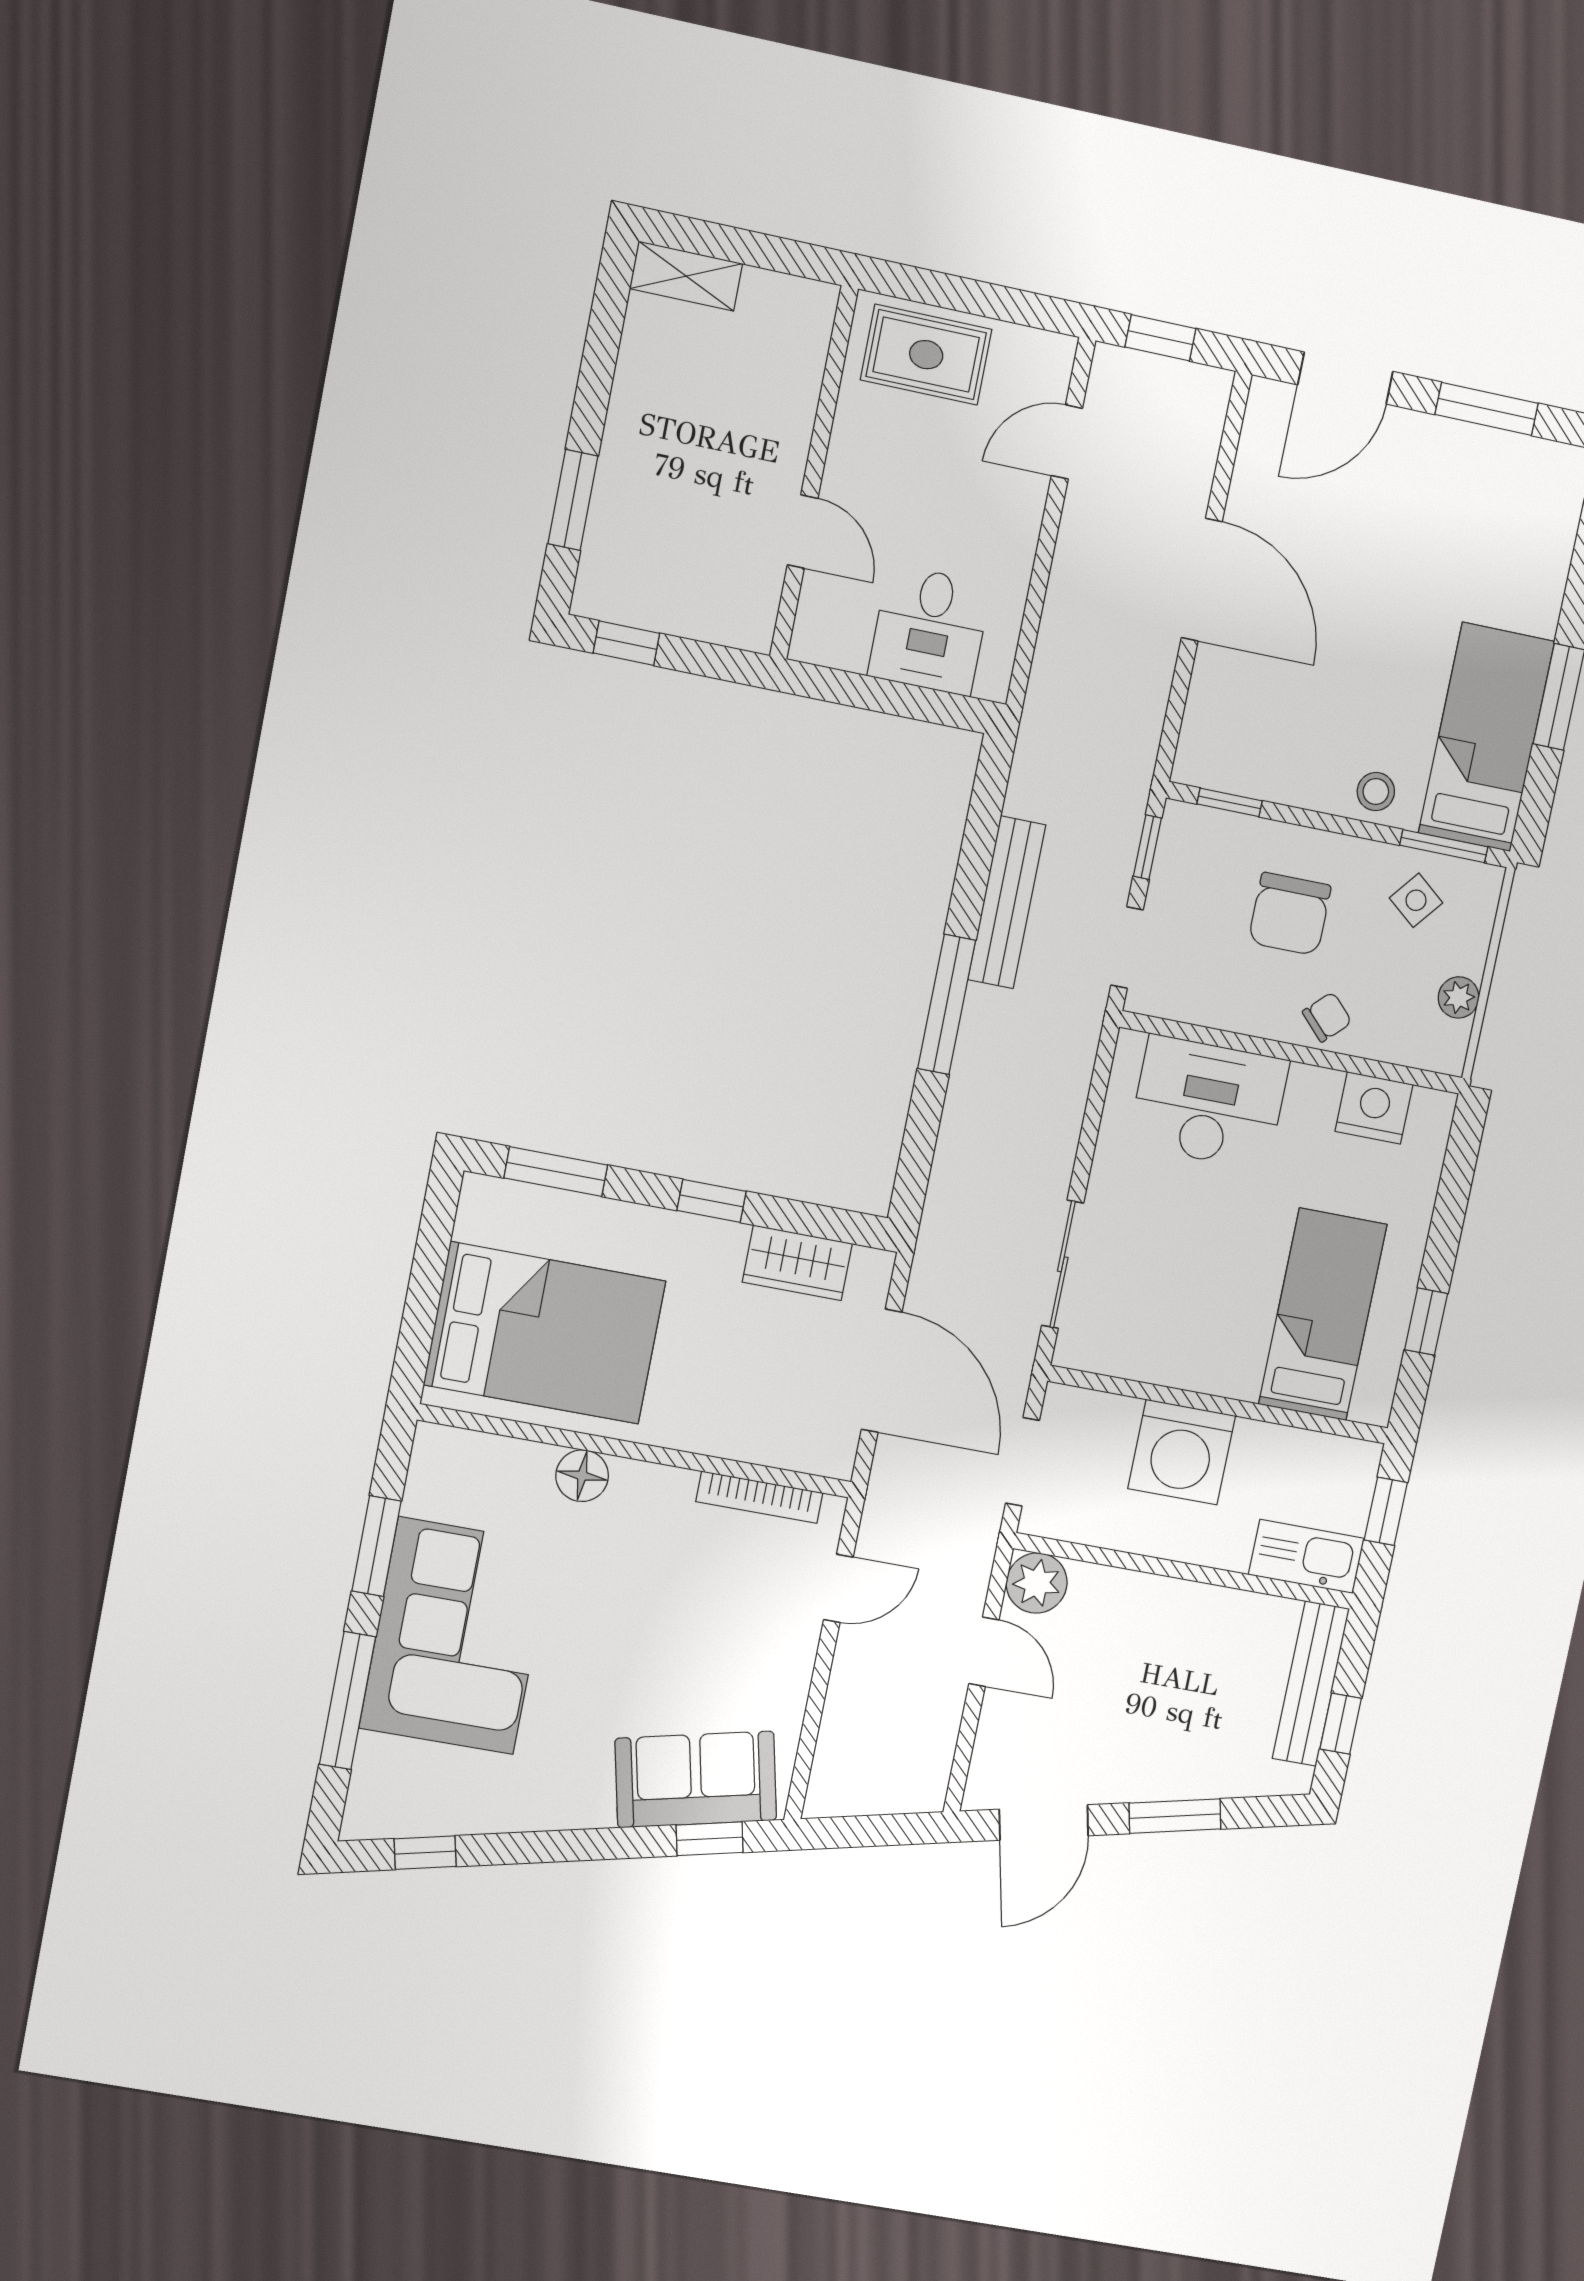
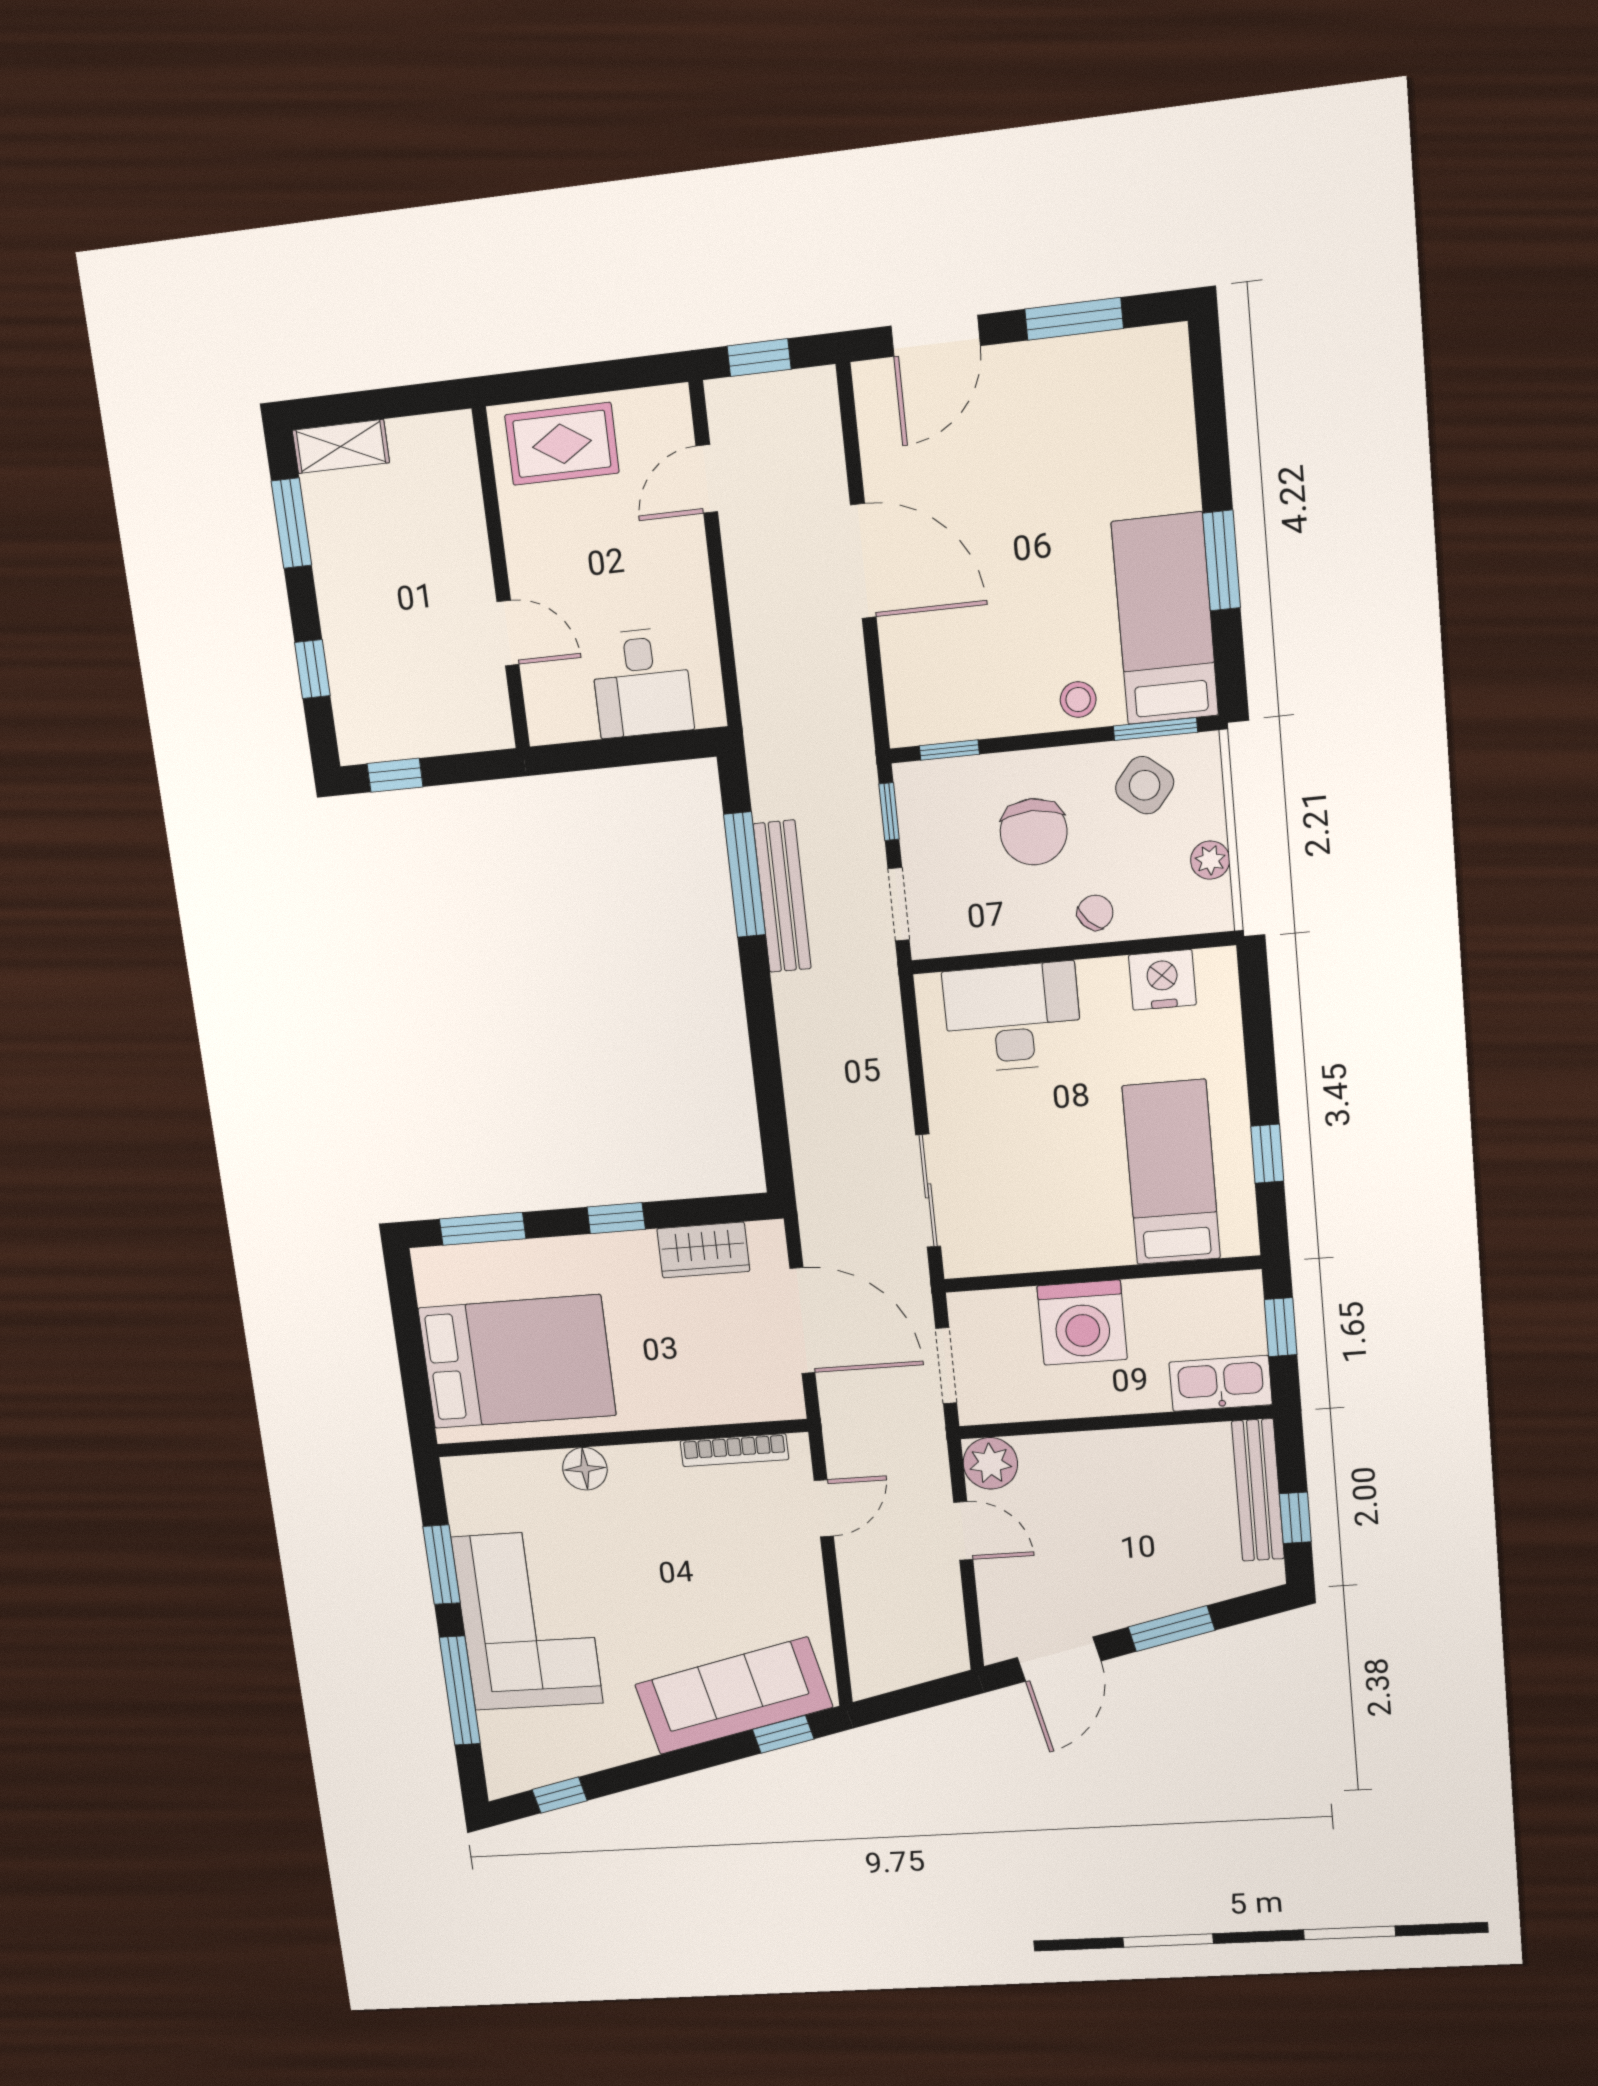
window: (603, 338) -> (291, 523), added
window: (573, 500) -> (312, 669), width x0.67
side table: (1416, 900) -> (1145, 785), width x1.37, depth x1.37
window: (947, 1004) -> (745, 875), moved
sofa: (696, 1779) -> (734, 1696), width x1.36

